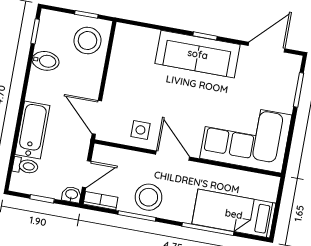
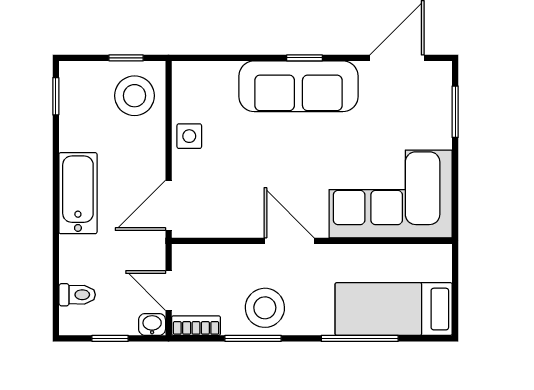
bidet: (46, 61) -> (79, 136), removed
door: (97, 117) -> (169, 205), hinge flipped
bathtub: (32, 130) -> (78, 193), moved
side table: (140, 130) -> (189, 136), moved
door: (87, 174) -> (169, 291), swing flipped

